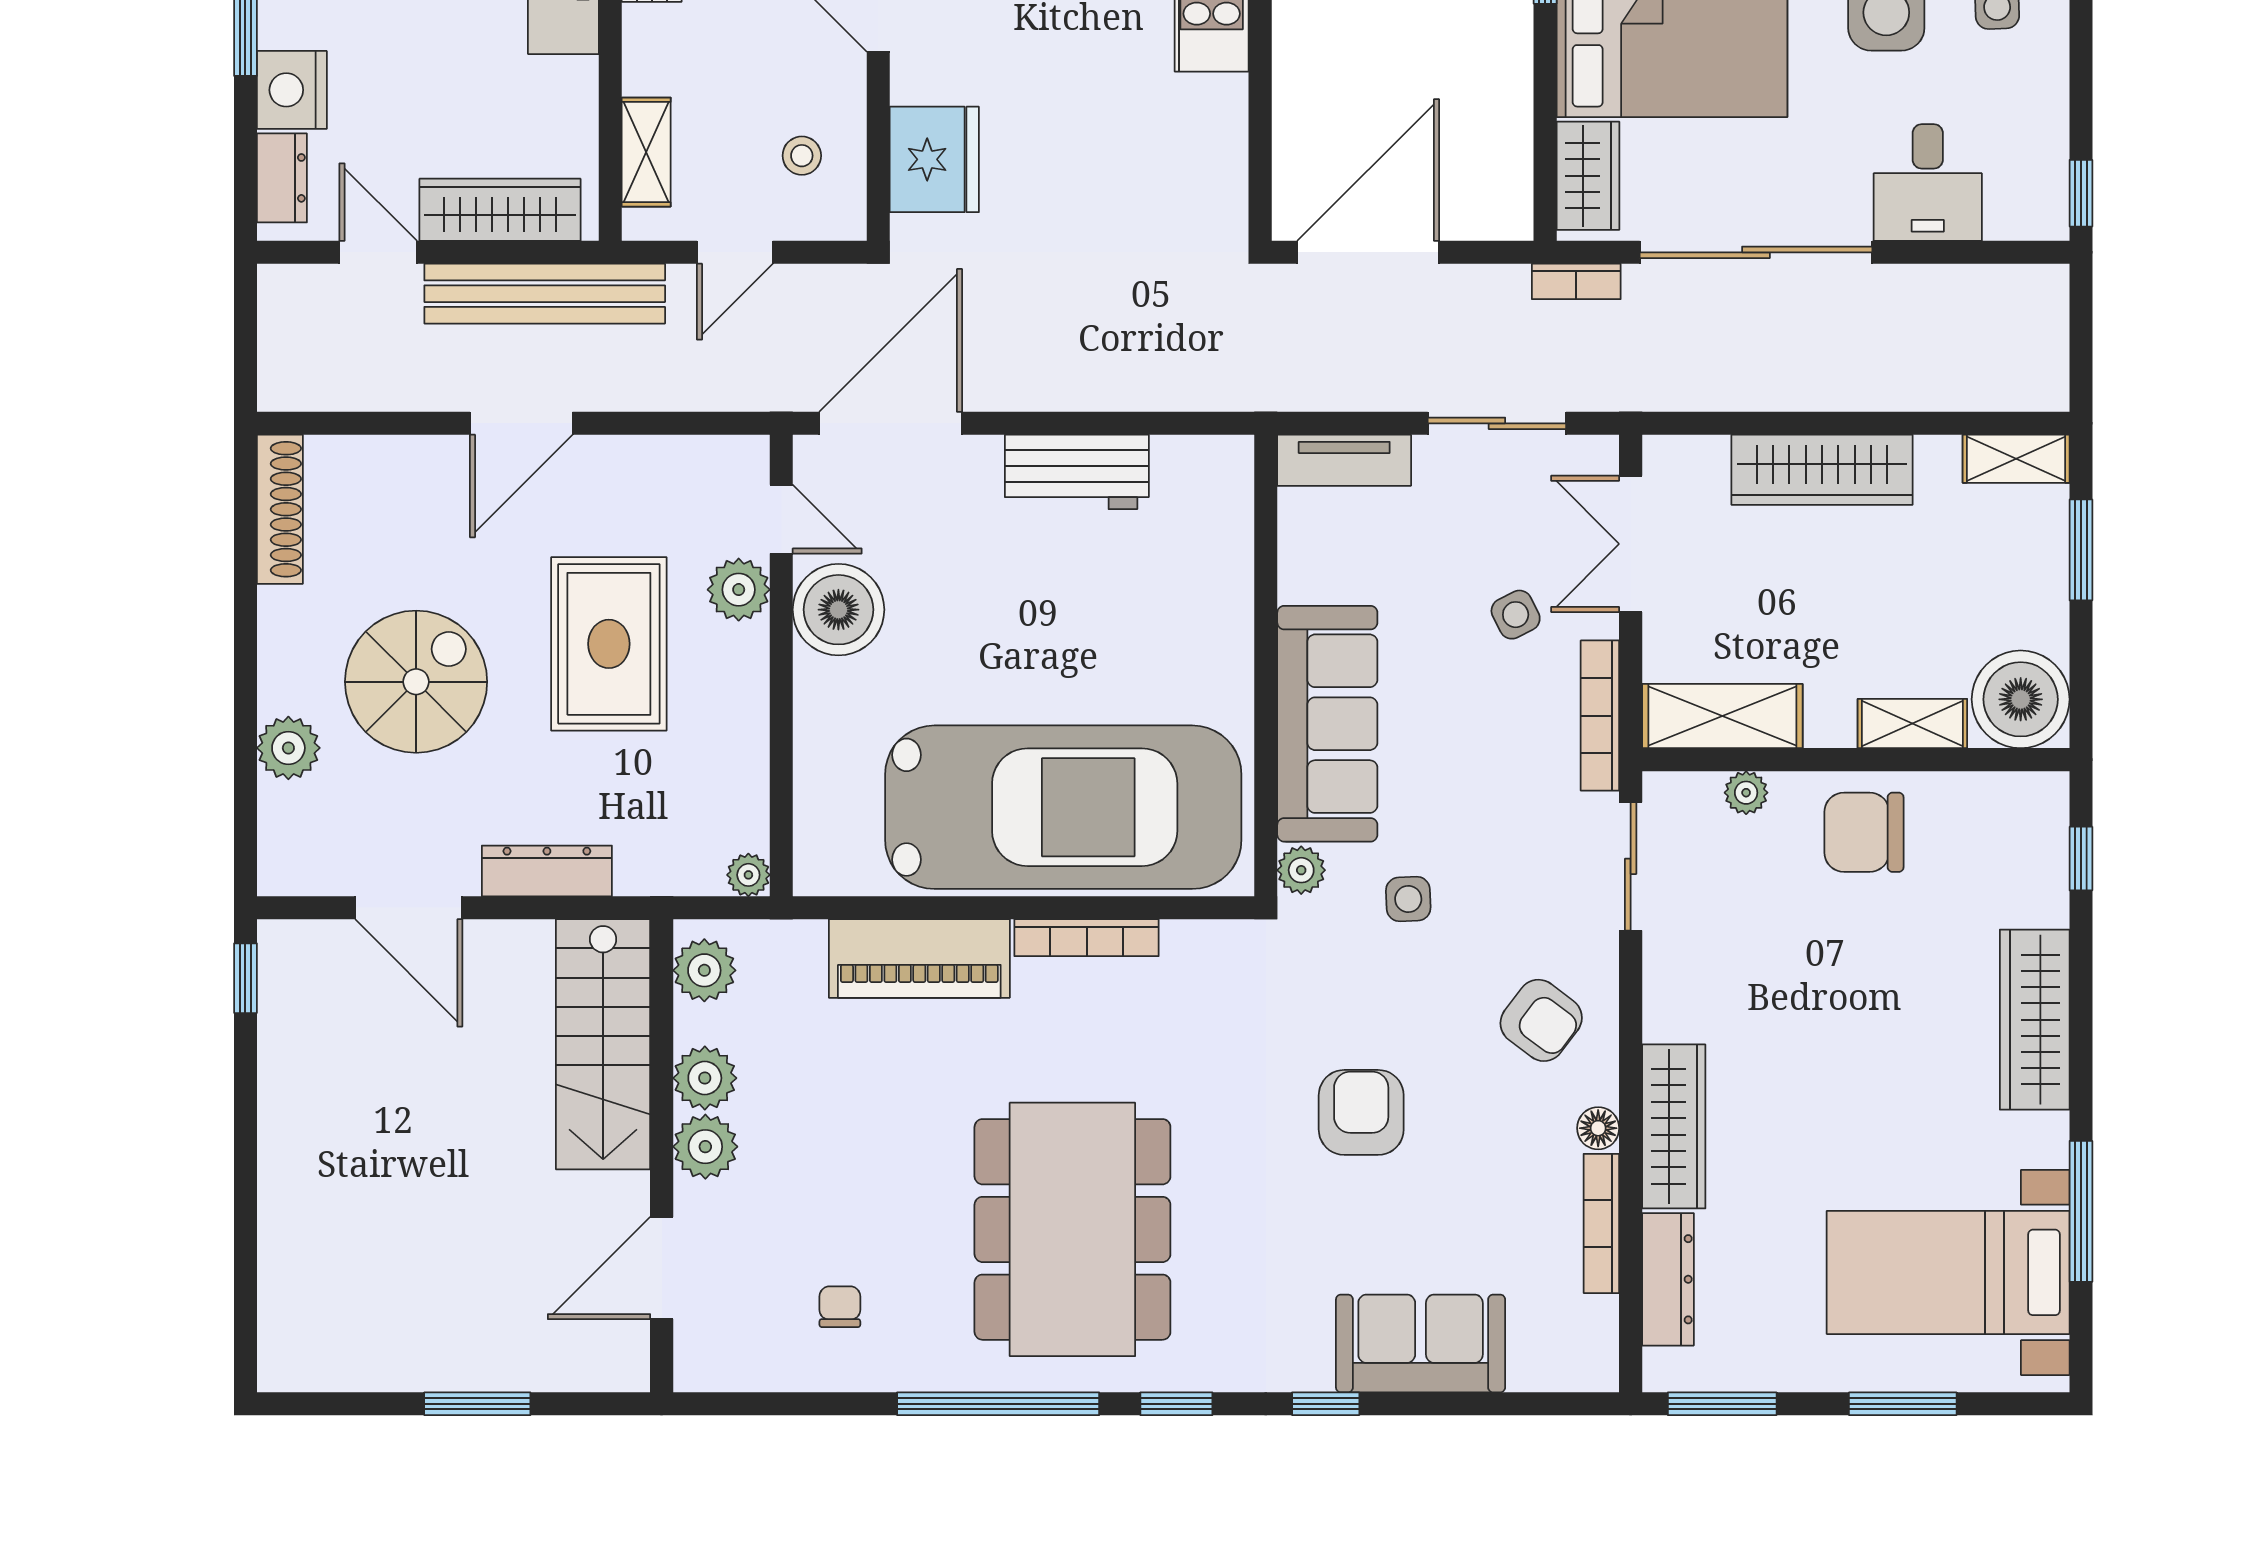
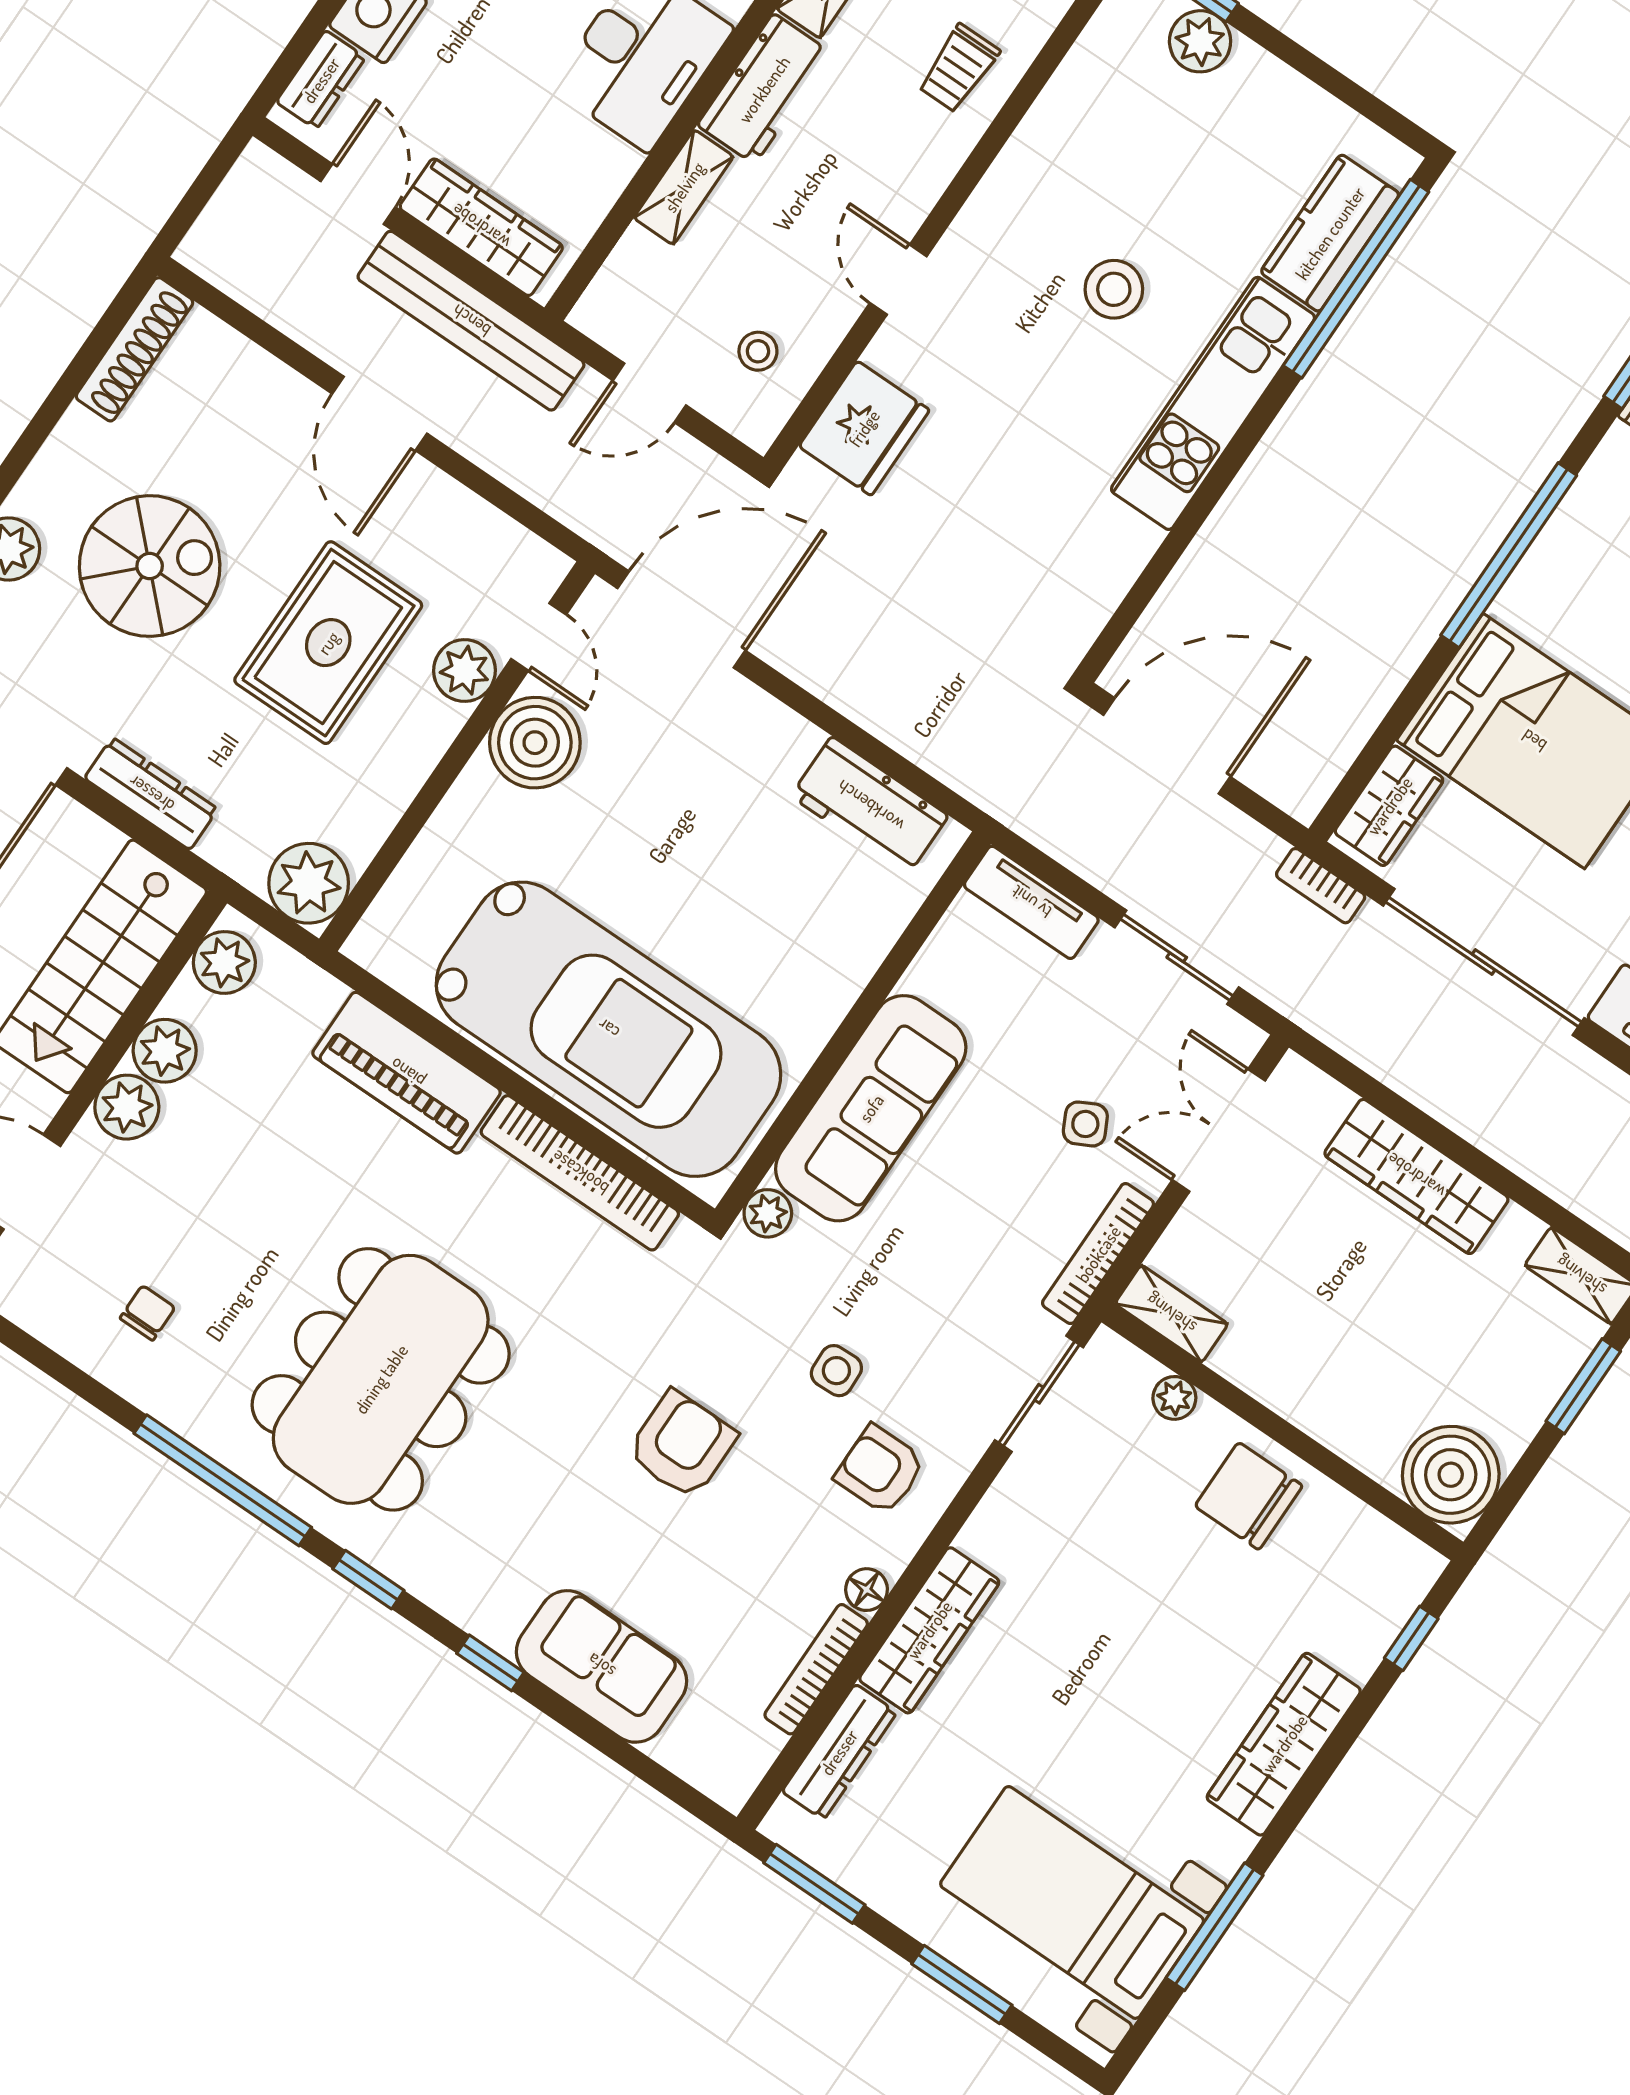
shelving: (646, 152) -> (684, 187), moved
door: (521, 423) -> (380, 414), hinge flipped
workbench: (1077, 472) -> (870, 806), moved
shelving: (1722, 716) -> (1171, 1314), width x0.67, depth x0.75
shelving: (1912, 724) -> (1349, 1434), removed
plant: (748, 875) -> (309, 883), width x1.88, depth x1.88
side table: (1408, 899) -> (836, 1371), moved
bookcase: (1087, 938) -> (580, 1173), width x1.48, depth x1.31
armchair: (1541, 1020) -> (880, 1470), turned 143

